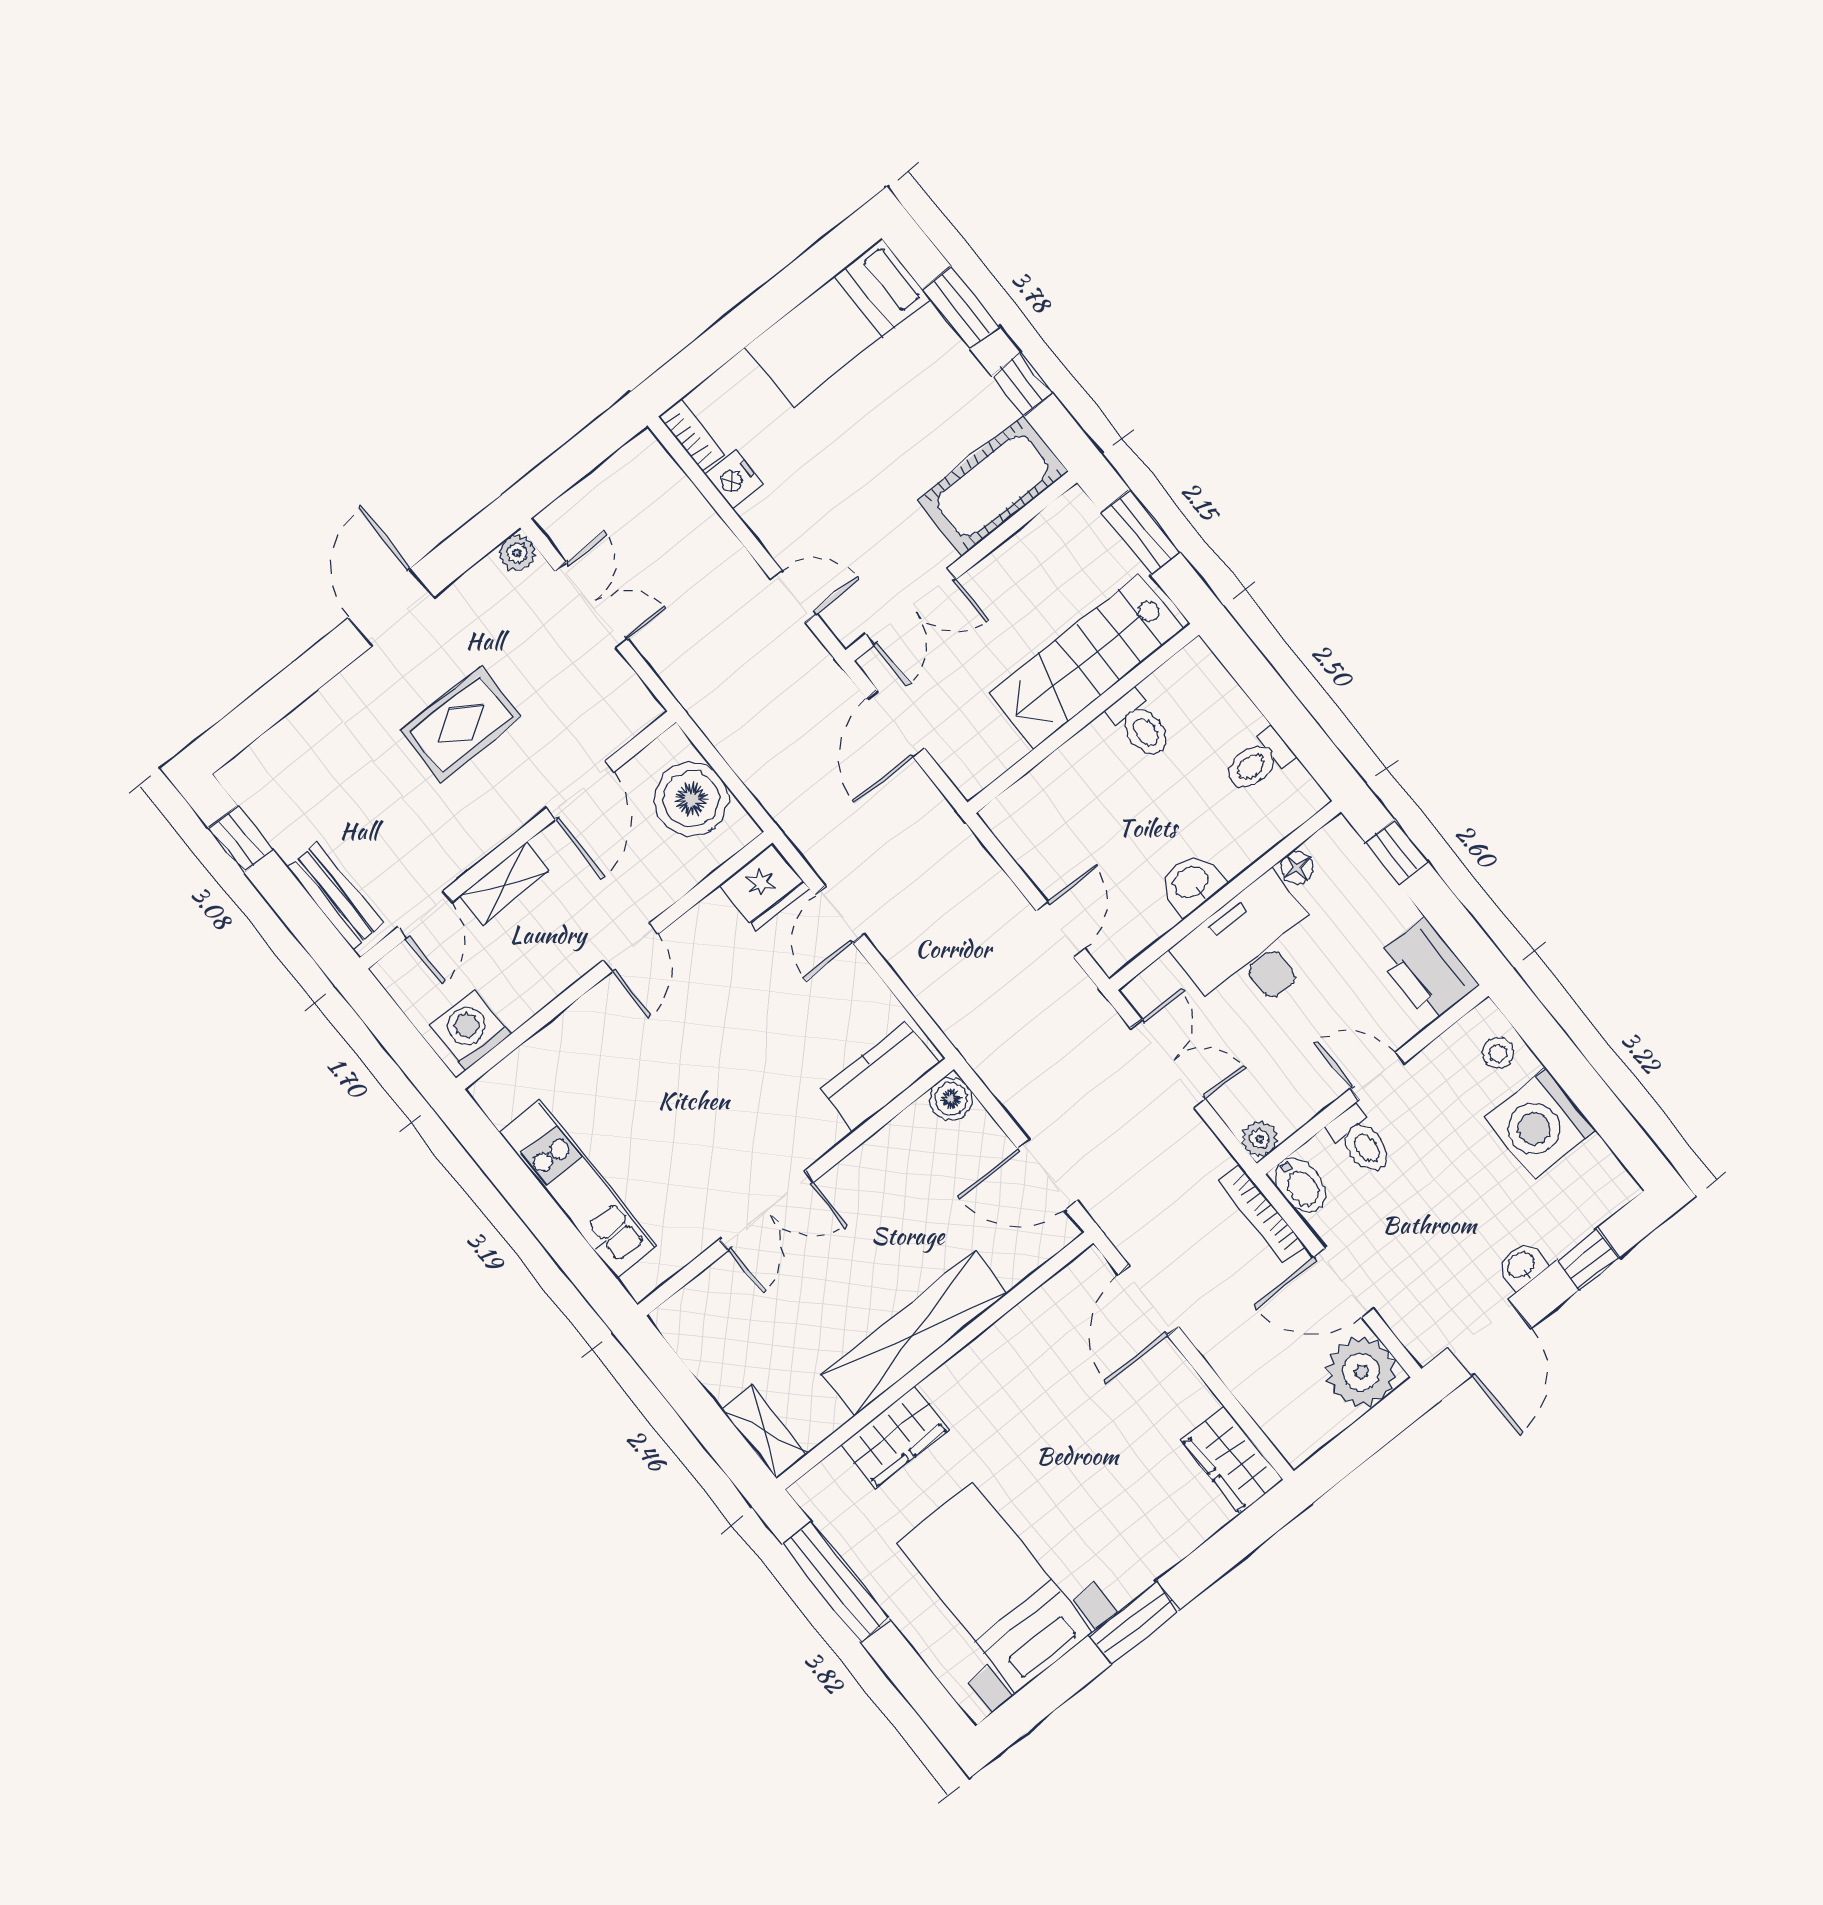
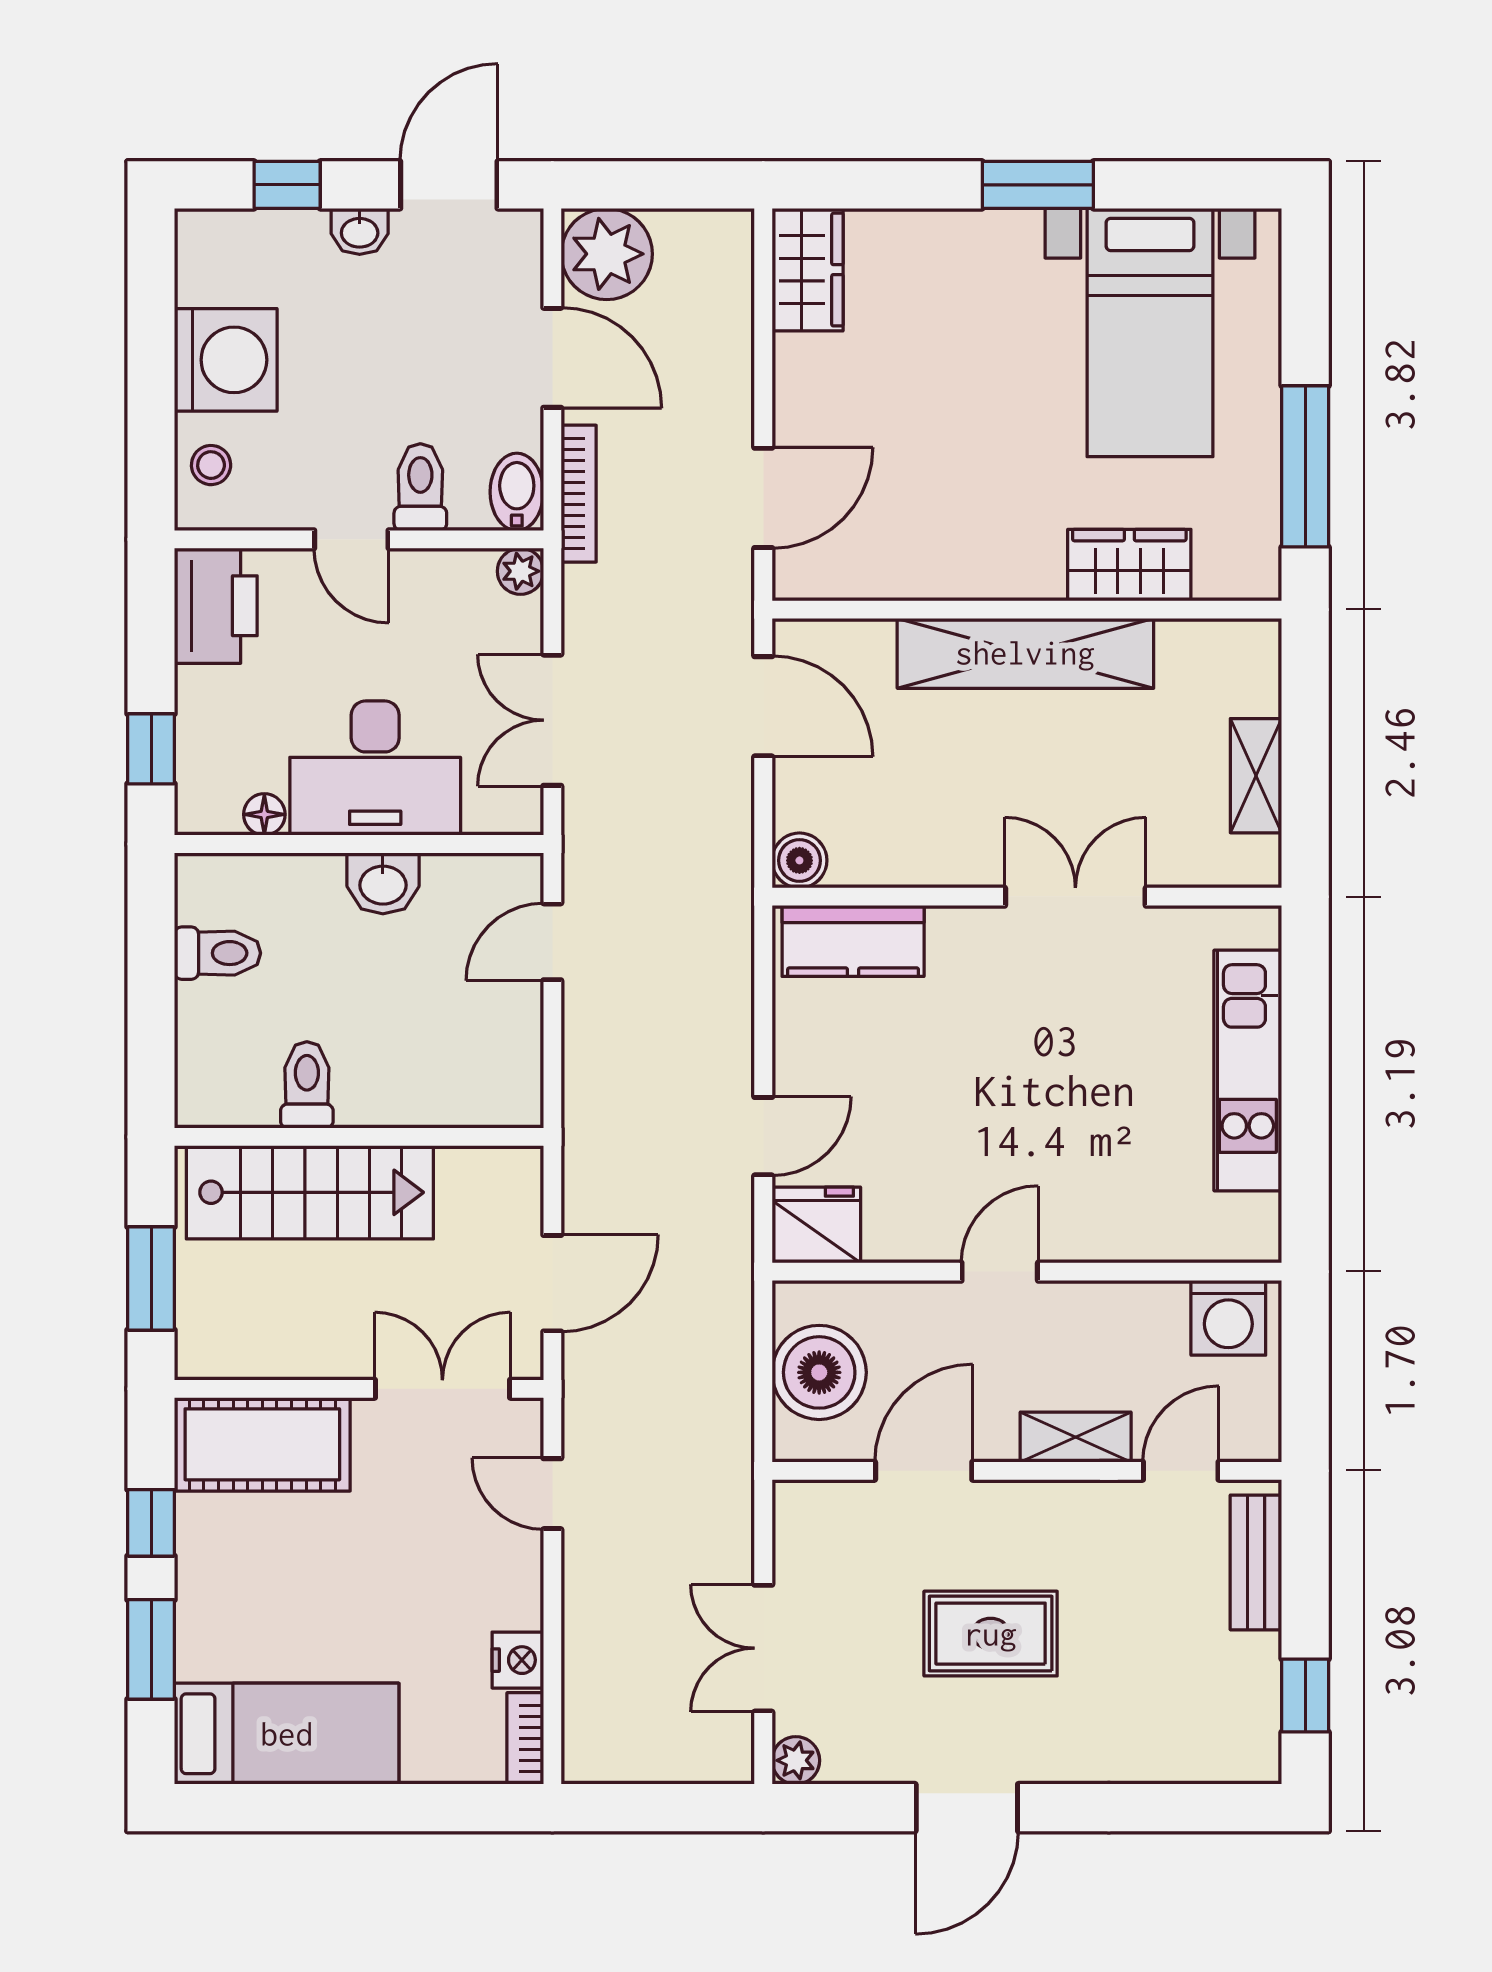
shelving: (764, 1432) -> (1256, 776), moved

